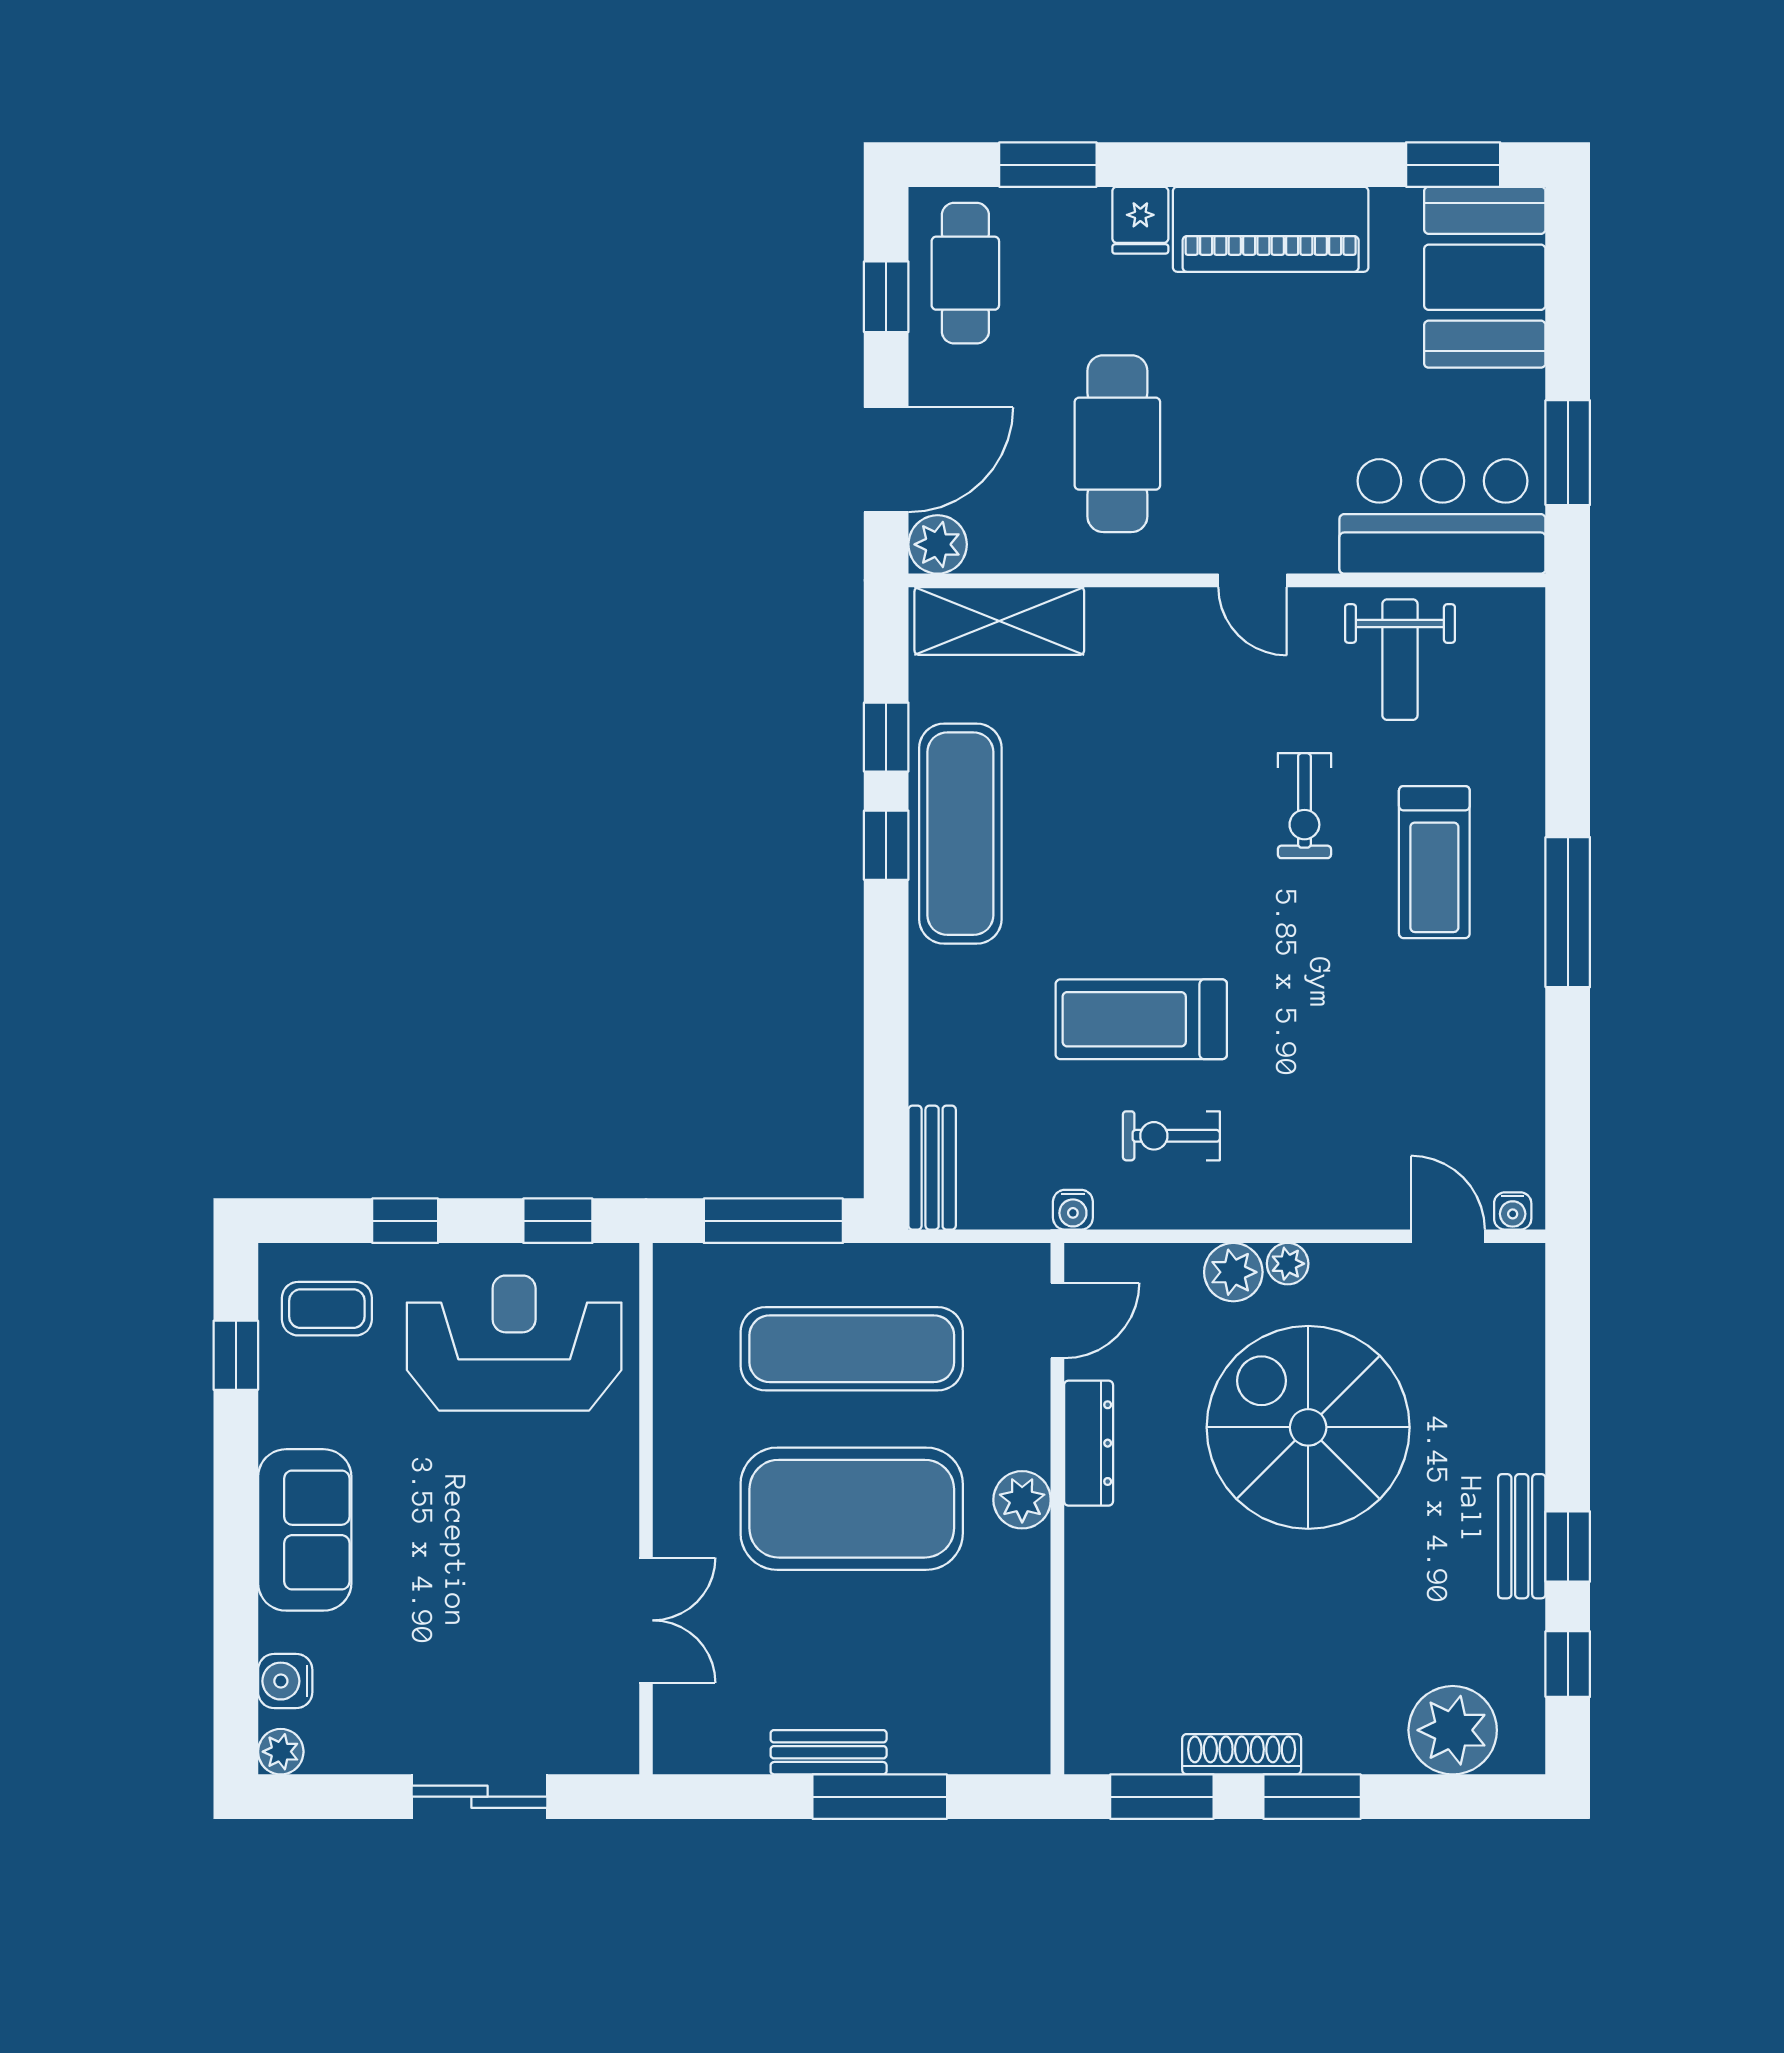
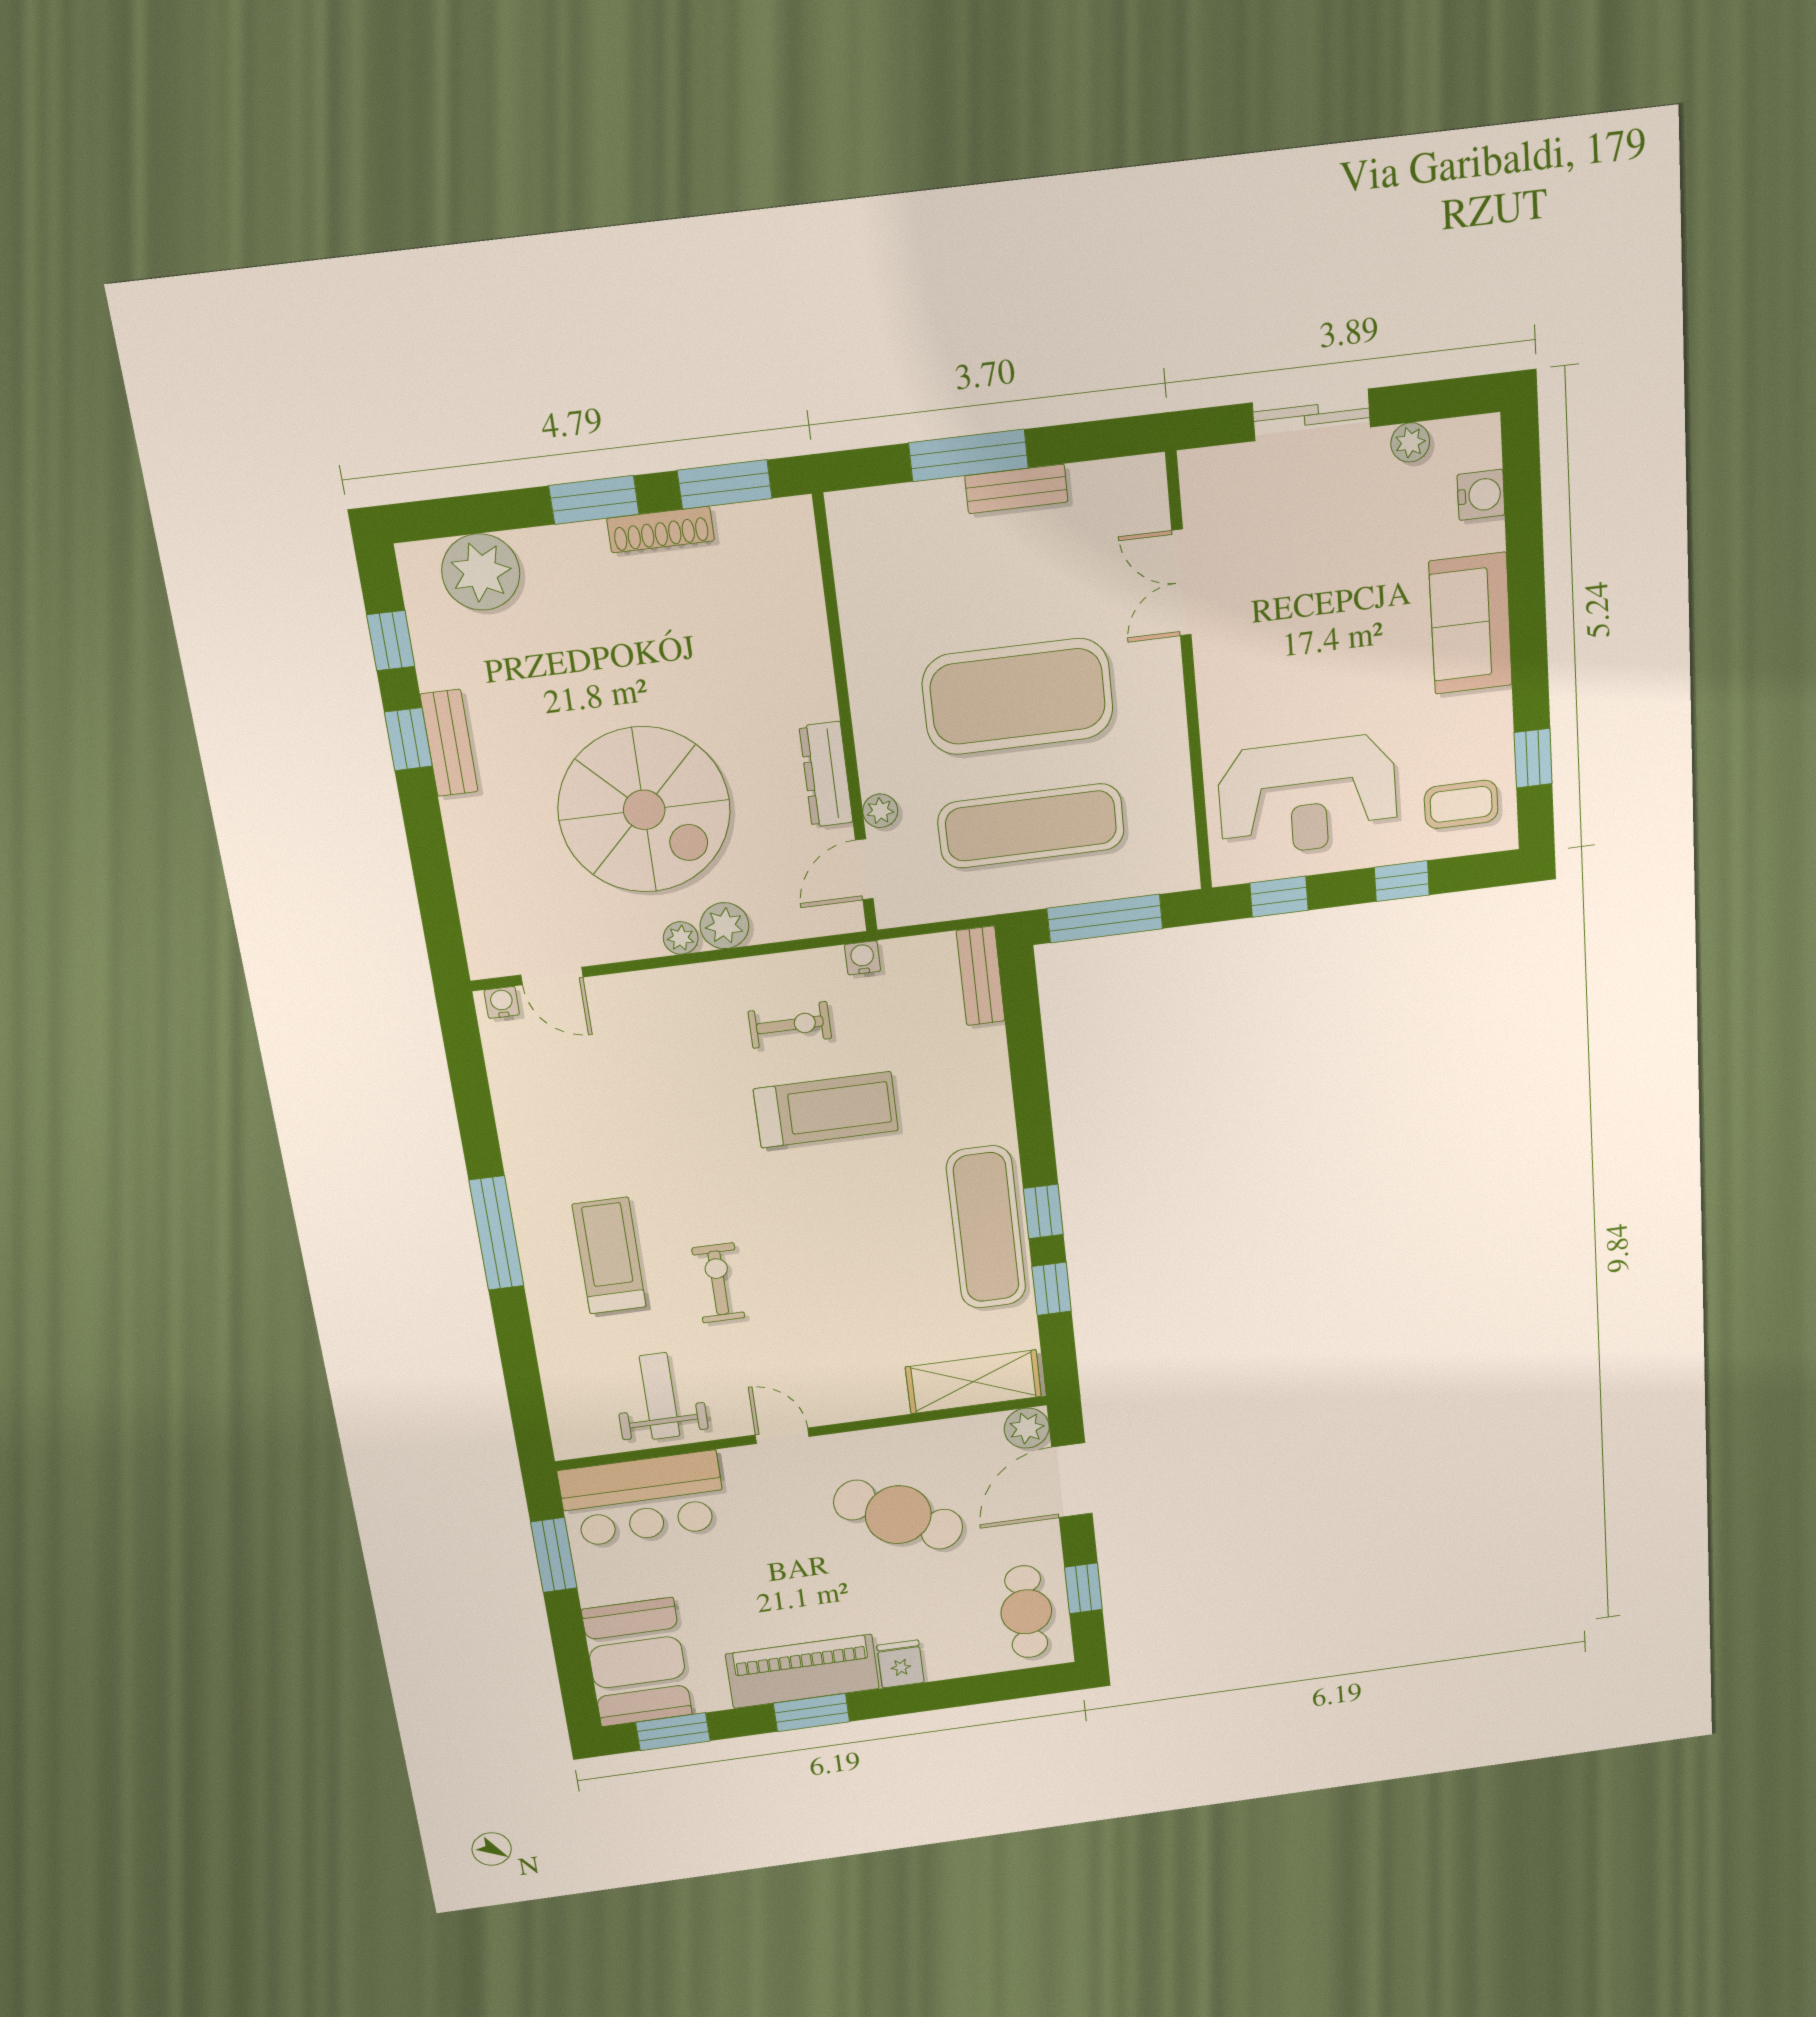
window: (1048, 165) -> (811, 1713), moved
cafe table: (1117, 444) -> (898, 1515), turned -61
plant: (1022, 1500) -> (880, 811), moved, width x0.73, depth x0.73
plant: (281, 1752) -> (1410, 442), moved

